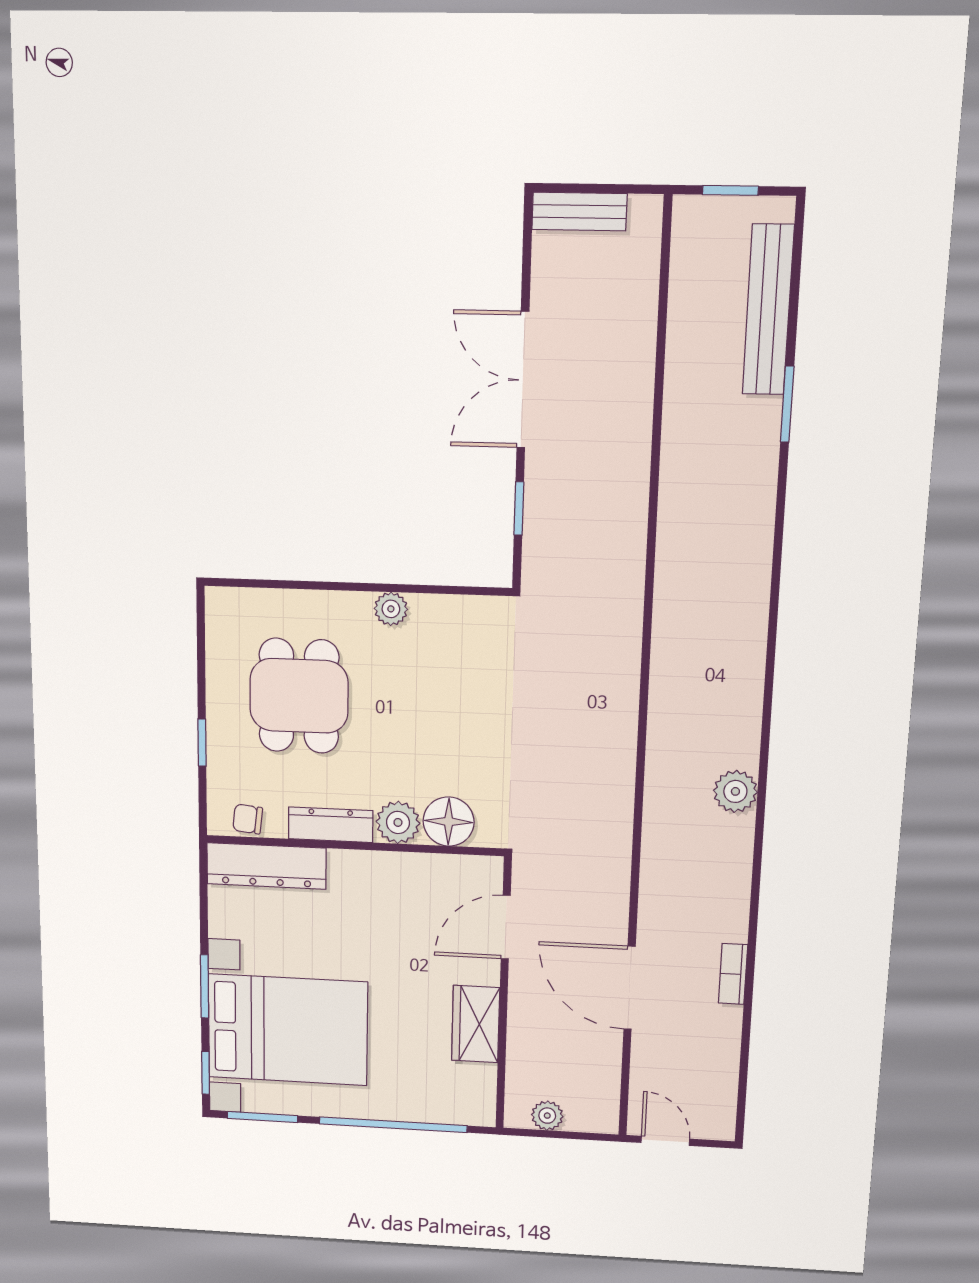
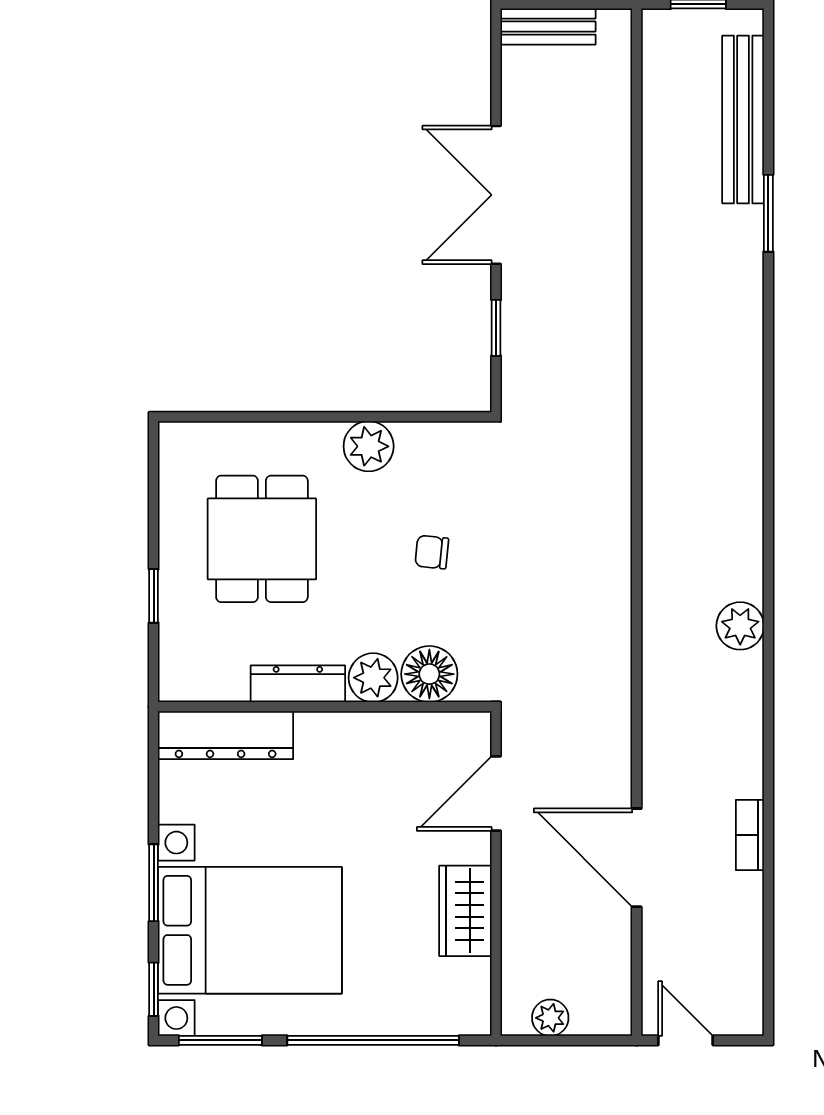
plant: (391, 609) -> (369, 446), width x1.38, depth x1.38
chair: (248, 819) -> (432, 552), moved

